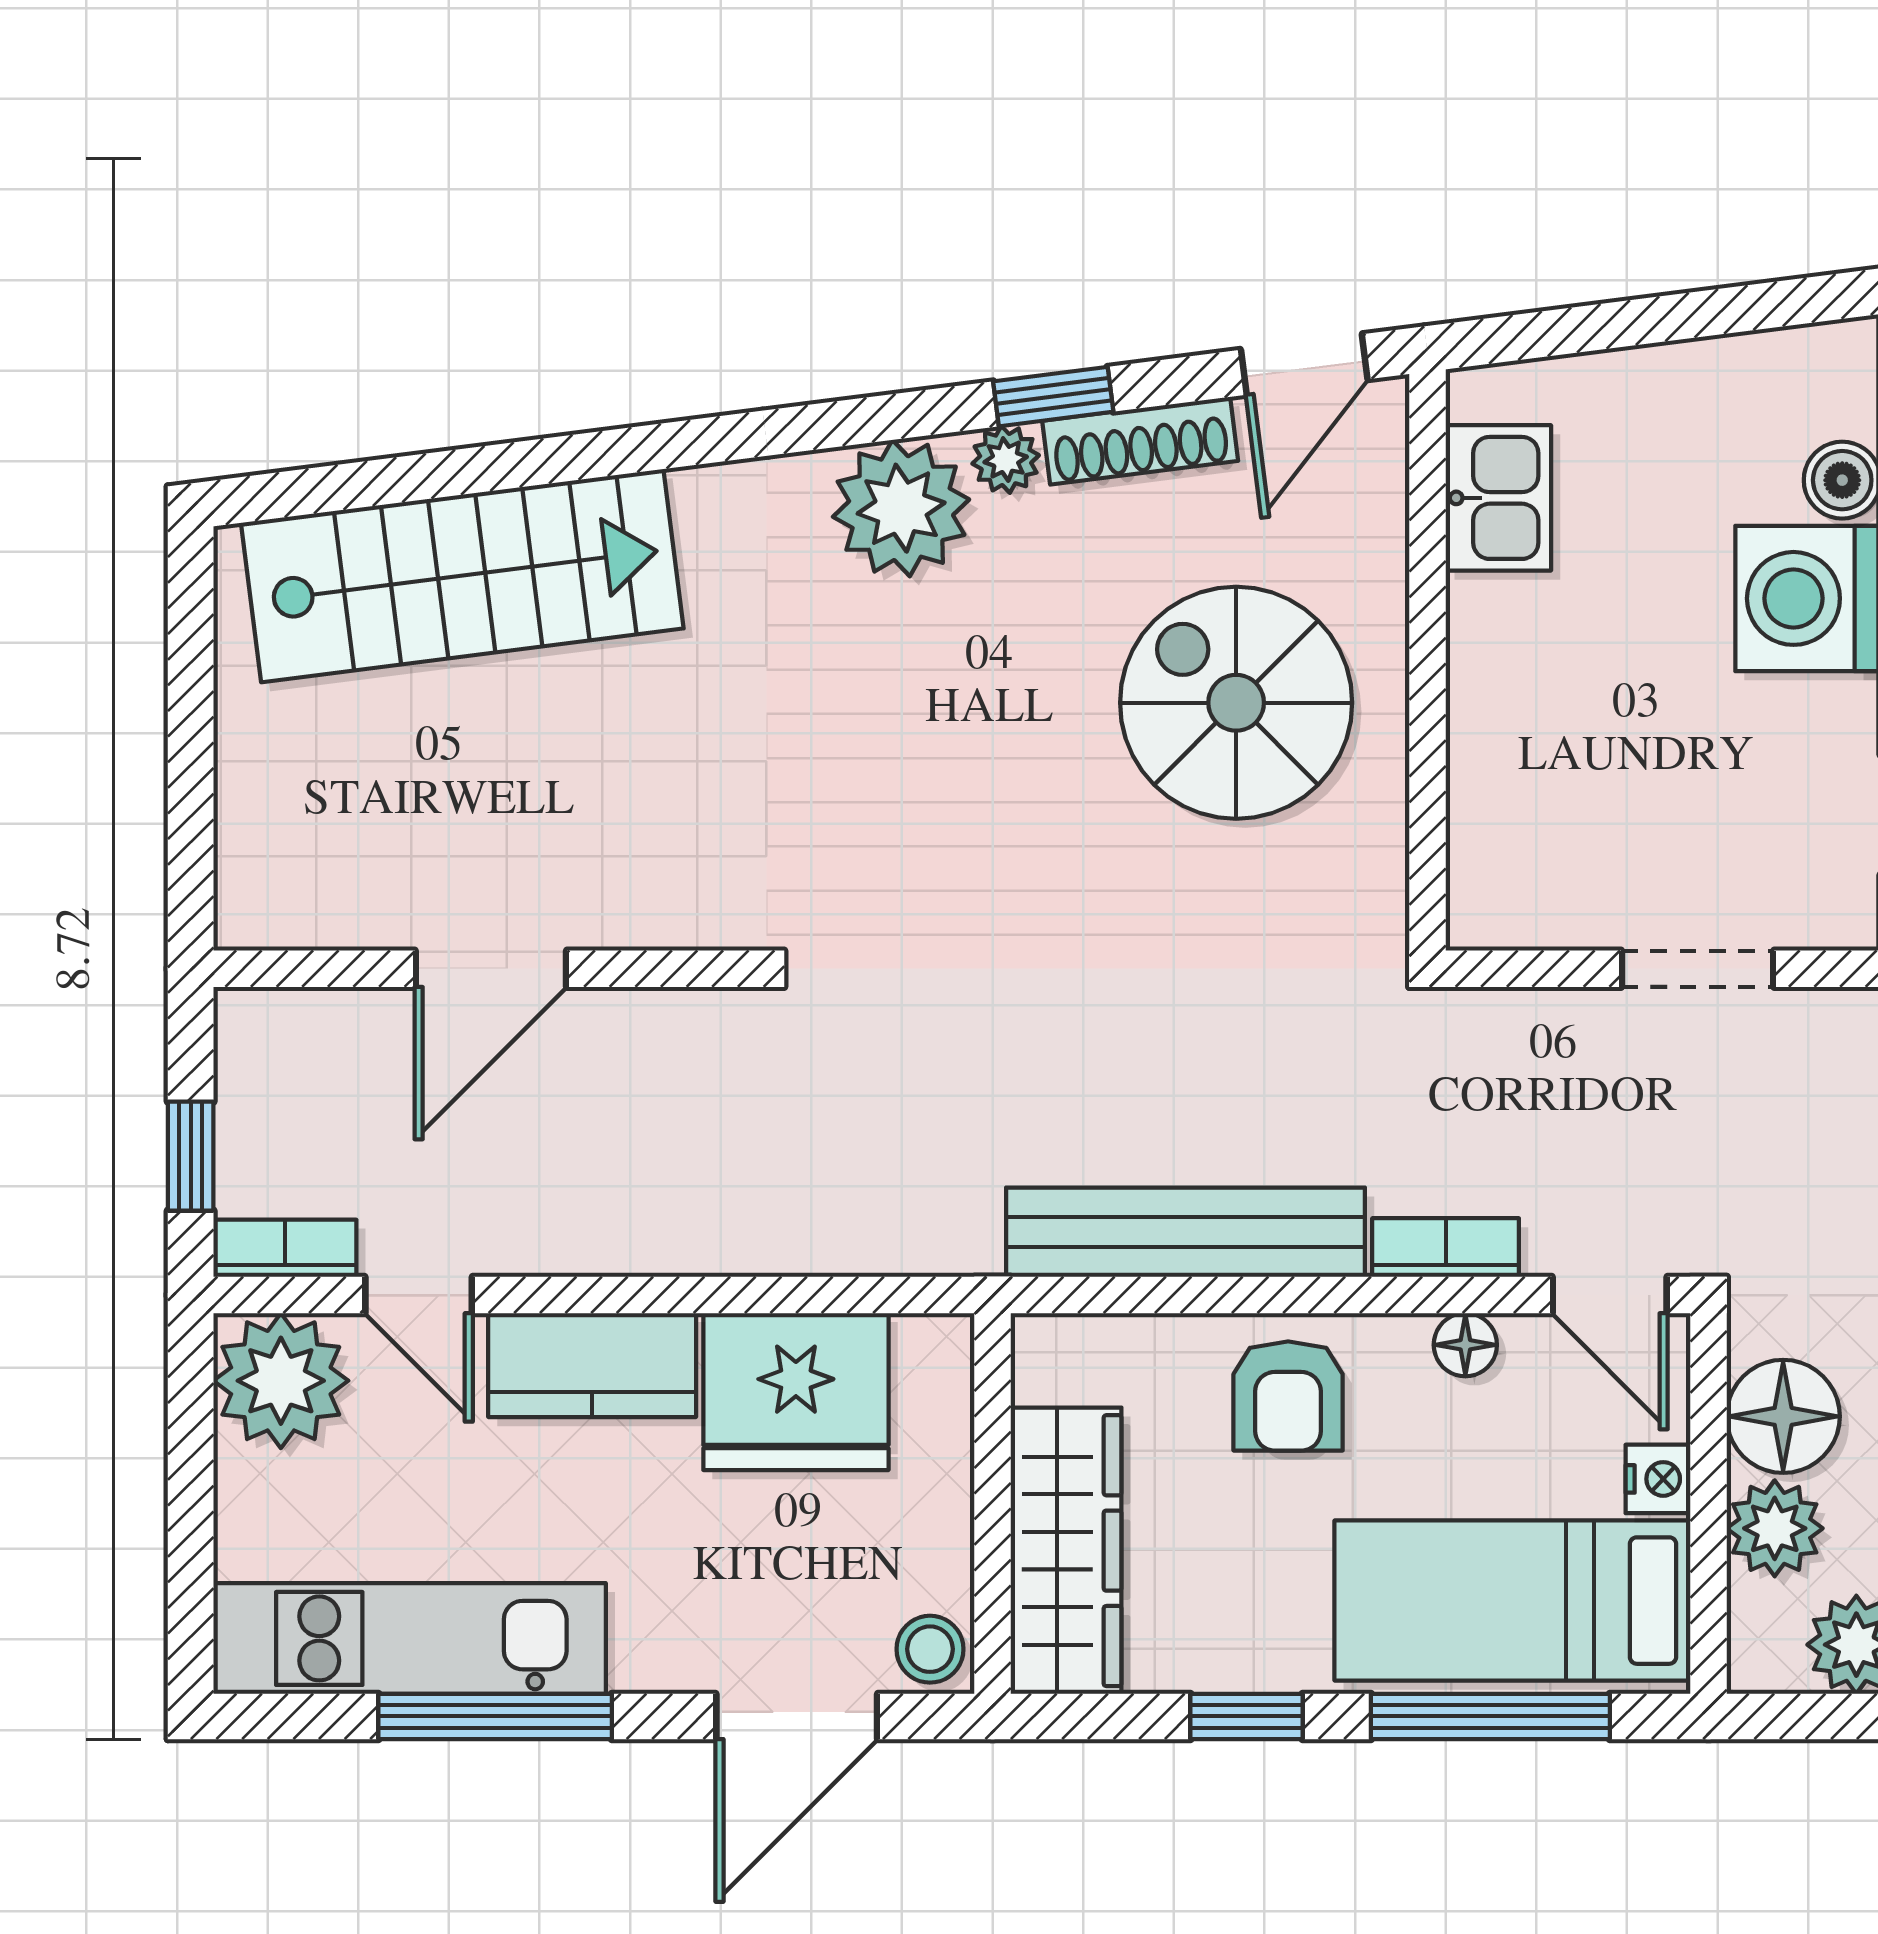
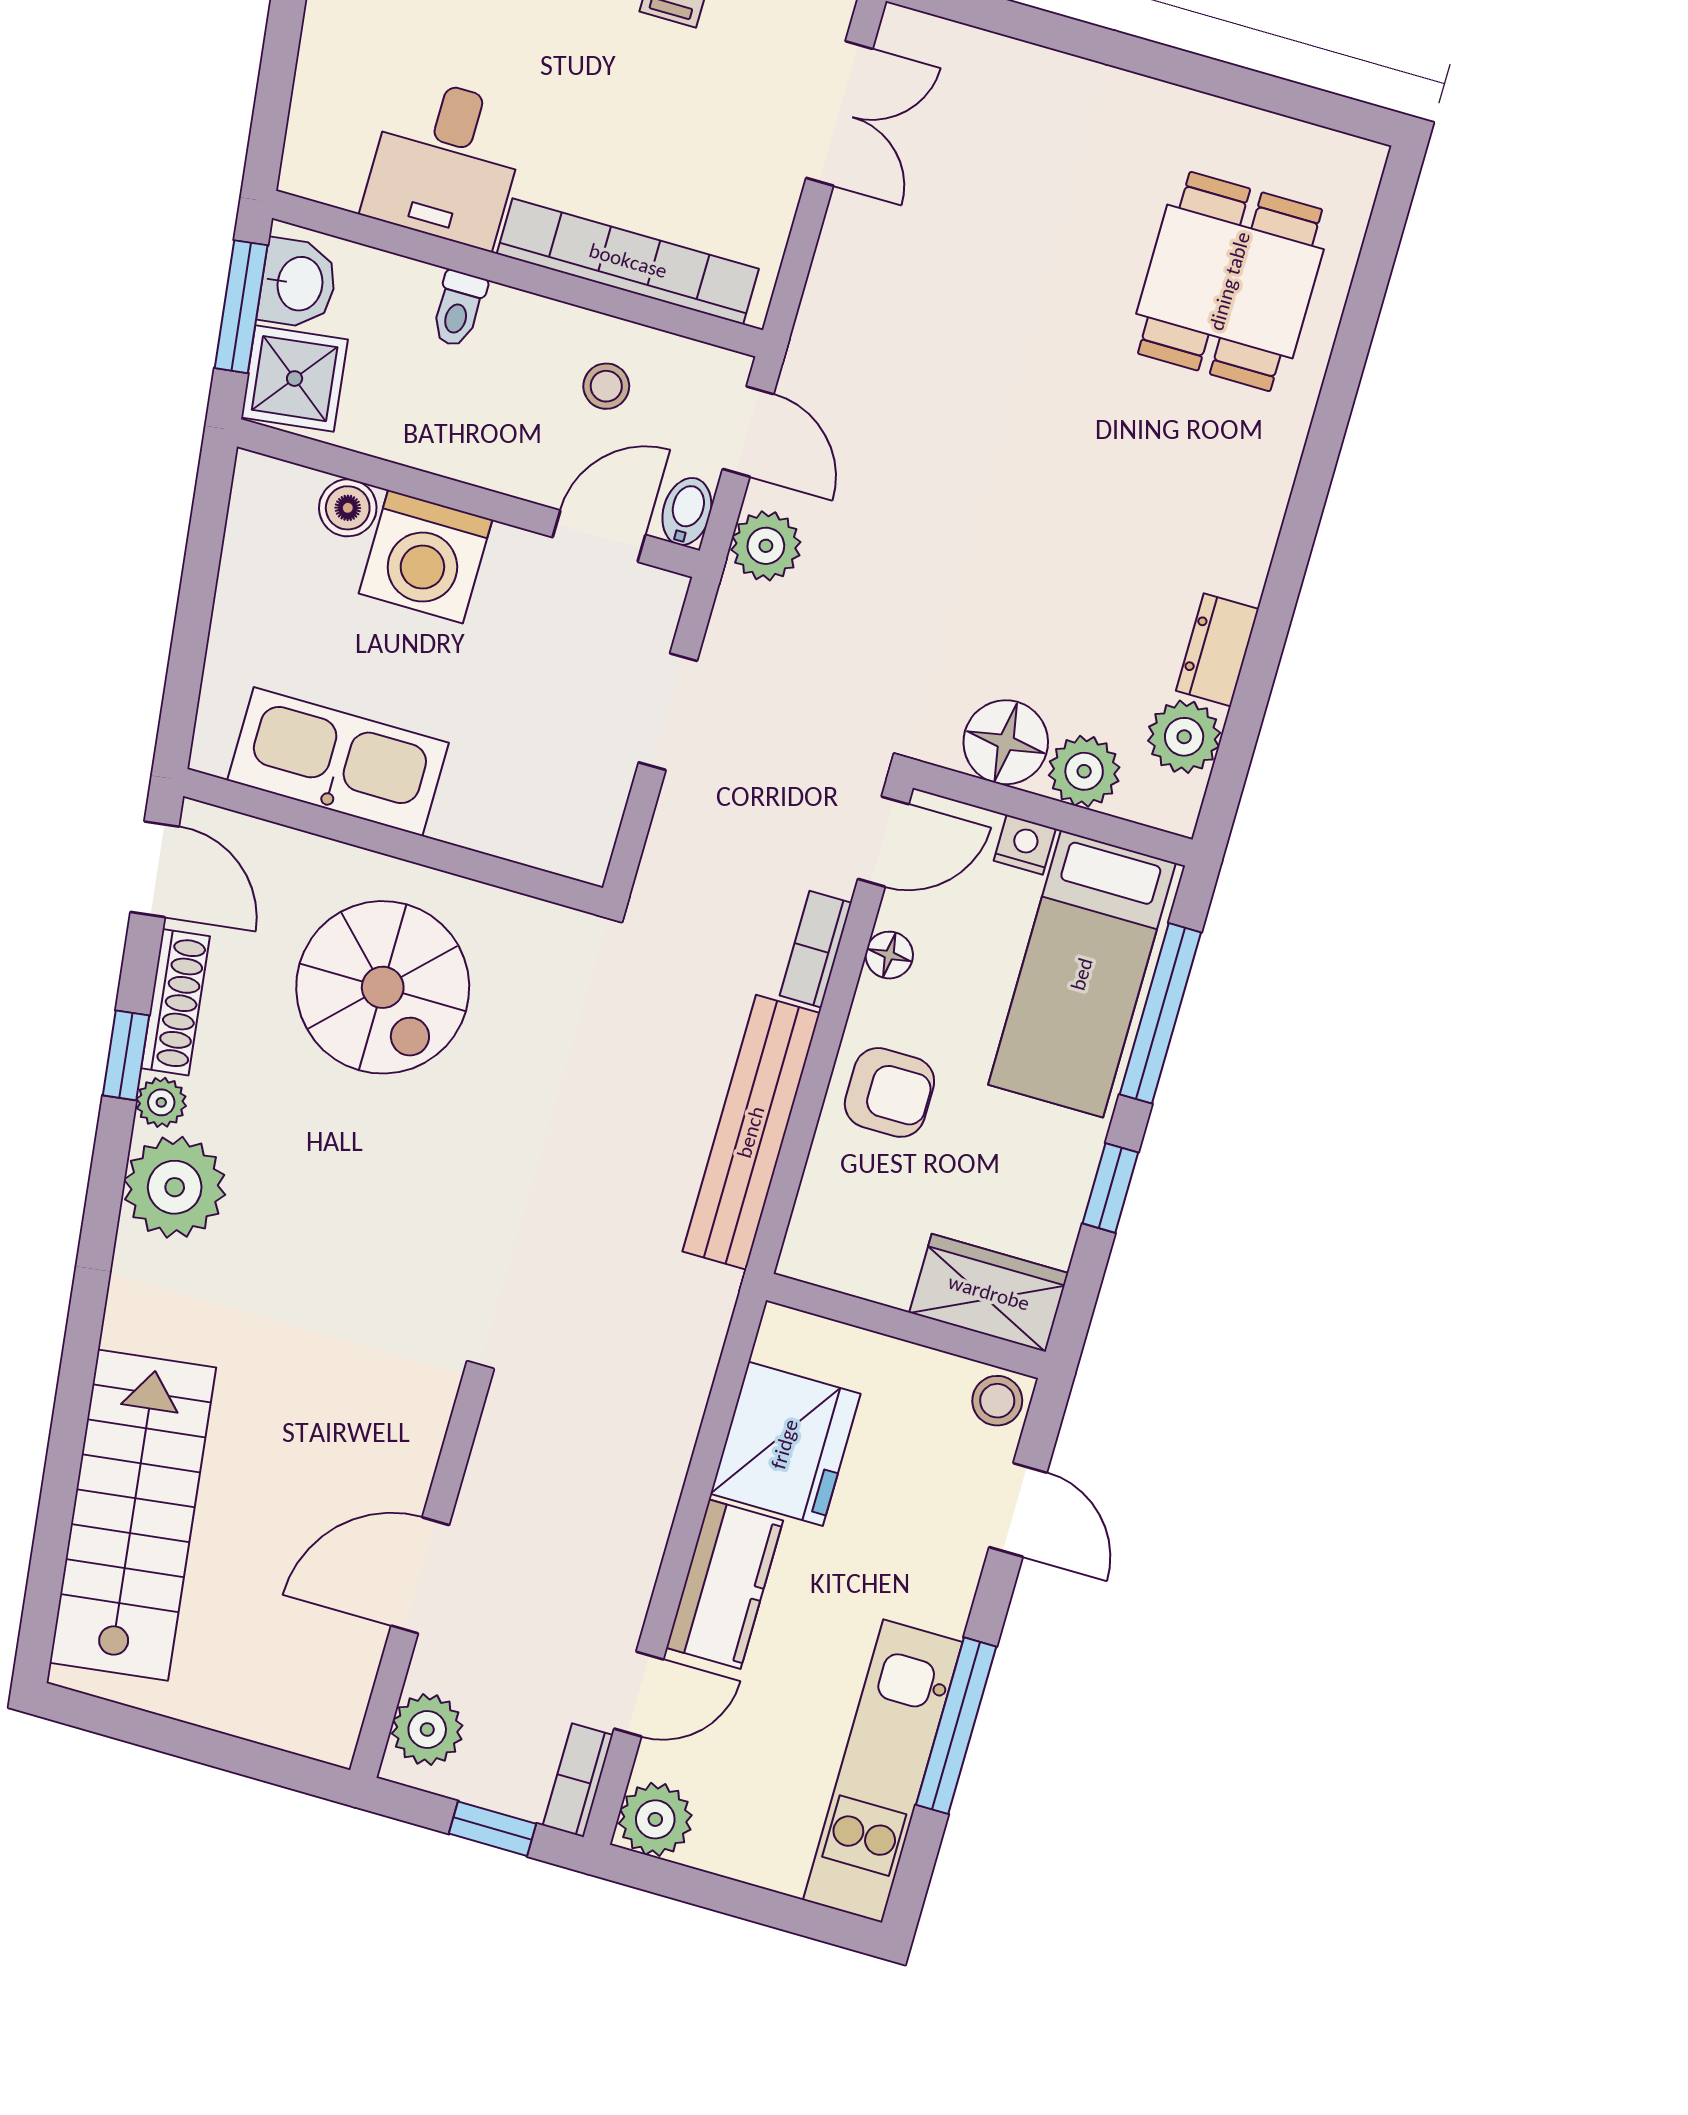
kitchen sink: (1498, 498) -> (338, 762), width x1.87, depth x1.24
spiral stairs: (1236, 703) -> (383, 987), turned -90
door: (491, 969) -> (420, 1575), swing flipped
plant: (294, 1035) -> (427, 1729), added
plant: (281, 1381) -> (655, 1819), width x0.73, depth x0.73
wardrobe: (1066, 1551) -> (989, 1293), width x0.67
door: (797, 1716) -> (1018, 1510), width x0.73

